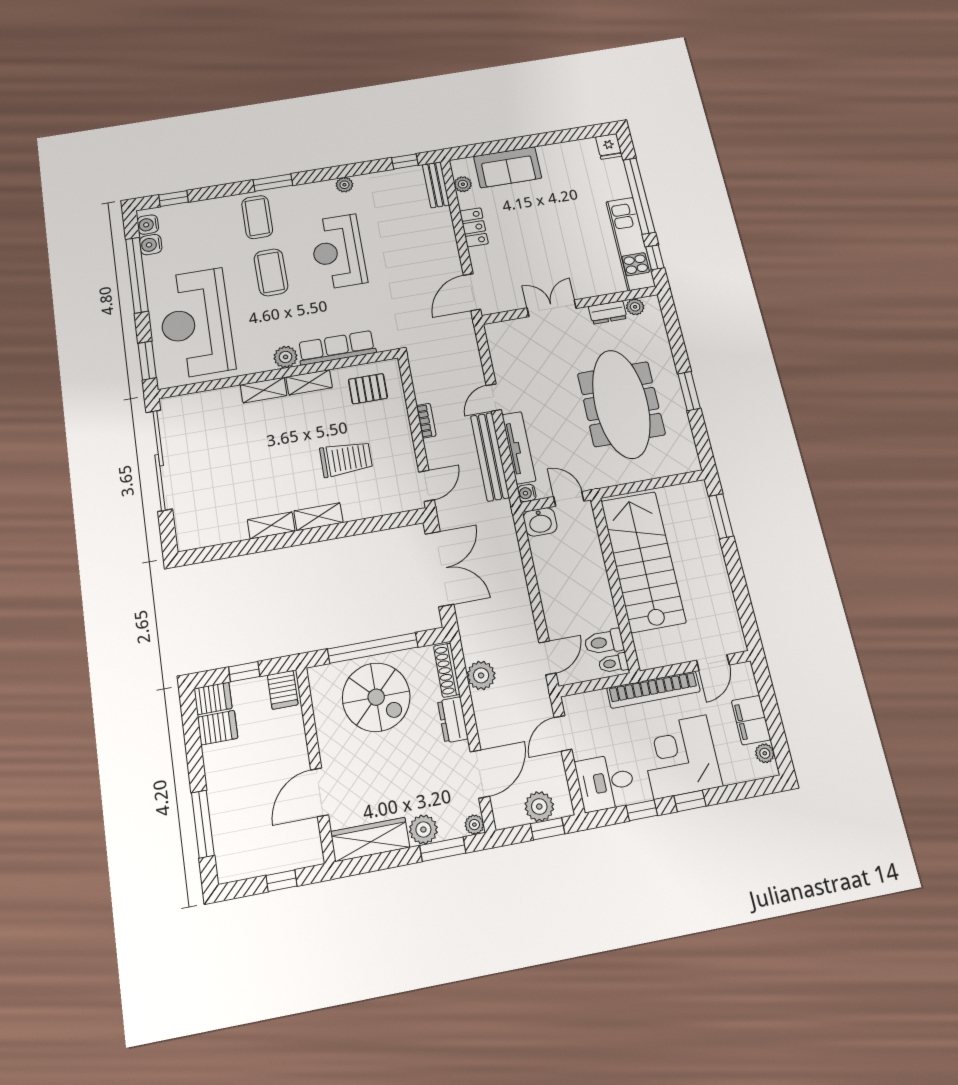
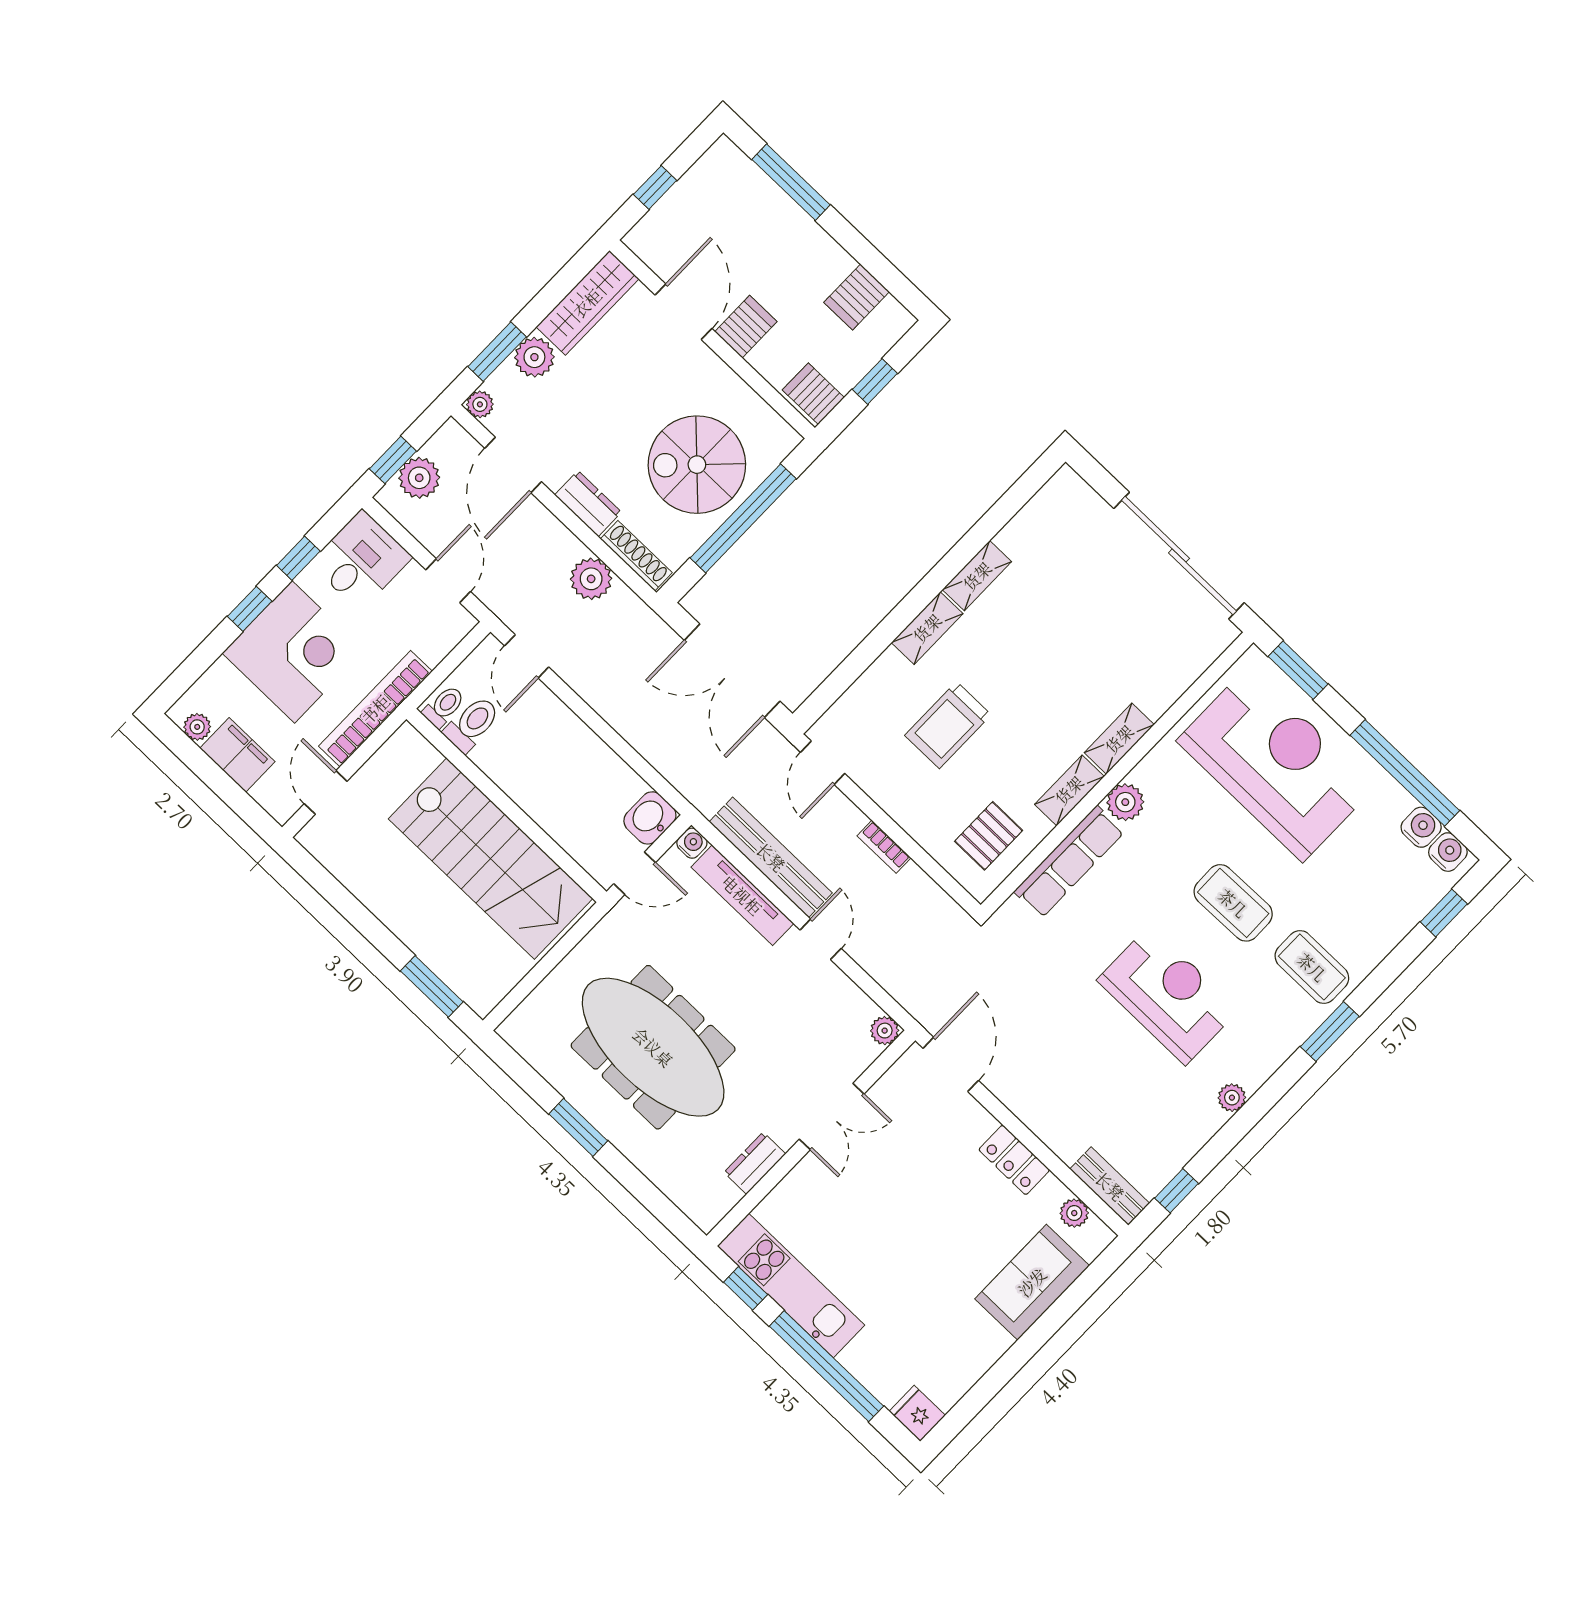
plant: (635, 307) -> (885, 1031), moved
server rack: (213, 698) -> (746, 327), moved, turned 180

